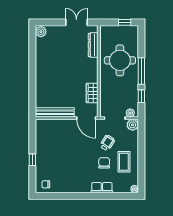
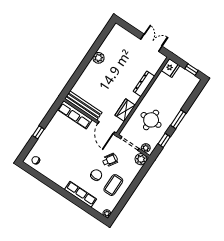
plant: (41, 32) -> (98, 58), moved
fridge: (106, 33) -> (170, 68), added
dresser: (93, 45) -> (144, 84), moved
round table: (120, 60) -> (151, 120), moved, width x0.73, depth x0.73
window: (141, 71) -> (178, 119), width x0.69
row of seats: (53, 125) -> (75, 115), added
row of seats: (102, 188) -> (81, 194), width x1.48

